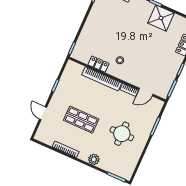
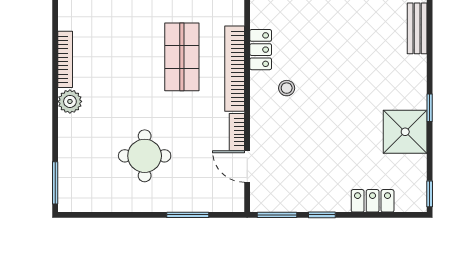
shop shelf: (81, 120) -> (182, 57), moved
plant: (94, 159) -> (70, 101), moved

